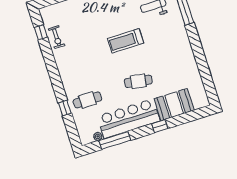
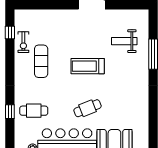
exercise mat: (79, 50) -> (41, 61), added
cafe table: (138, 81) -> (88, 108), turned -31

